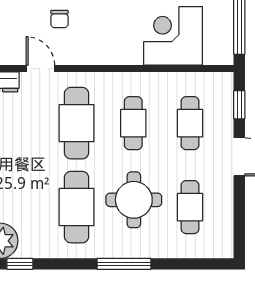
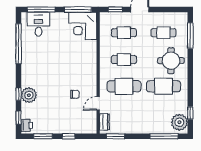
corner desk: (173, 36) -> (83, 26), moved
round table: (134, 200) -> (171, 61), moved
window: (124, 264) -> (190, 36), moved

